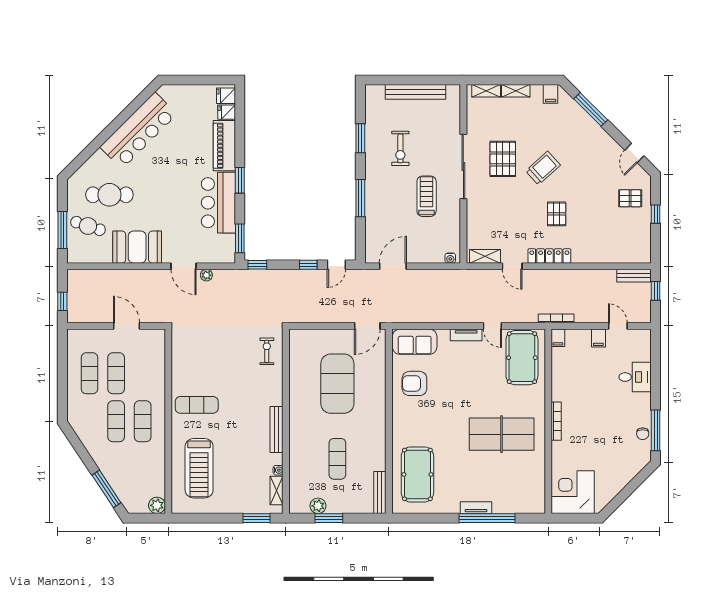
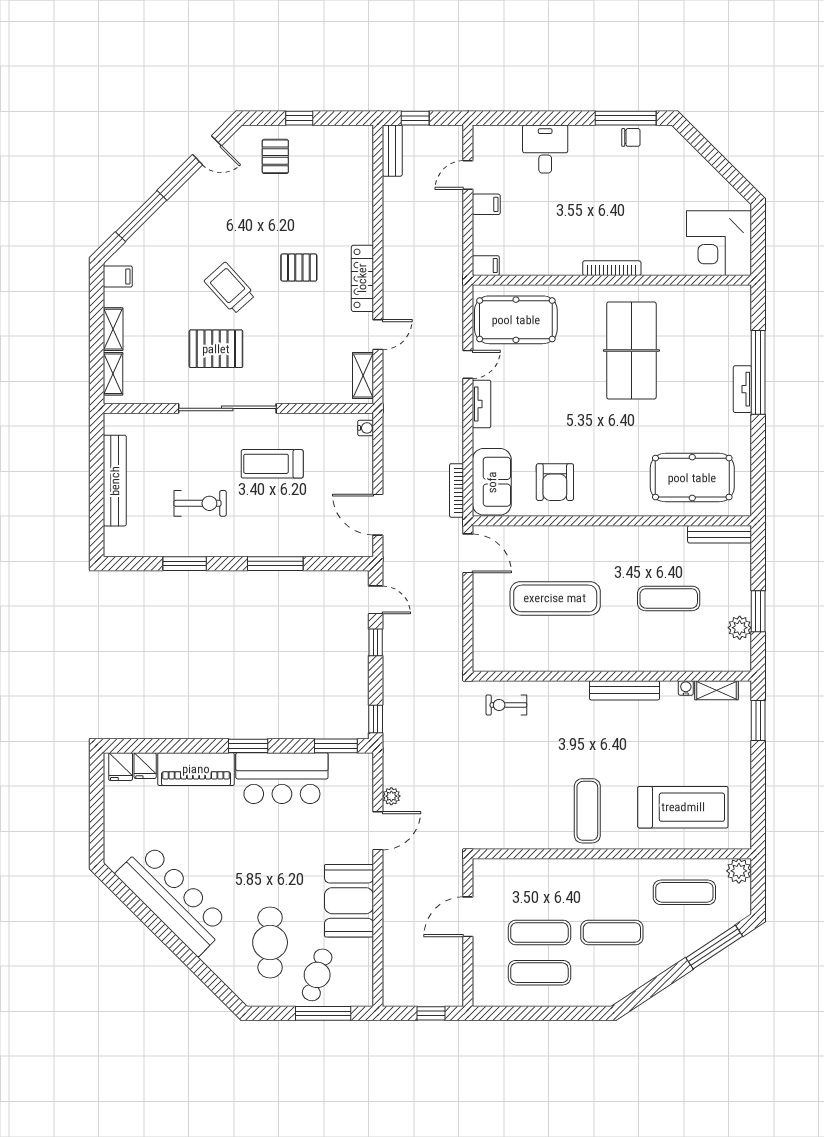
bookcase: (556, 318) -> (457, 490), moved
exercise mat: (337, 384) -> (555, 598), width x0.68
exercise mat: (143, 421) -> (684, 892), moved

